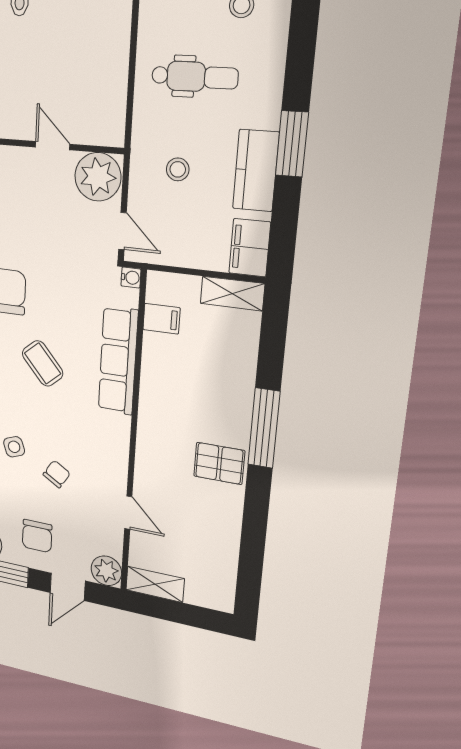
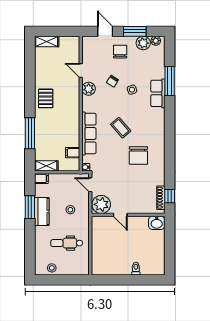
window: (292, 144) -> (30, 207), moved
filing cabinet: (250, 248) -> (41, 178), width x0.50
window: (264, 428) -> (30, 133), moved
pallet: (219, 463) -> (46, 98), turned 90
plant: (106, 571) -> (89, 89), moved
shelving: (155, 584) -> (47, 41), moved
door: (68, 587) -> (105, 31), hinge flipped

